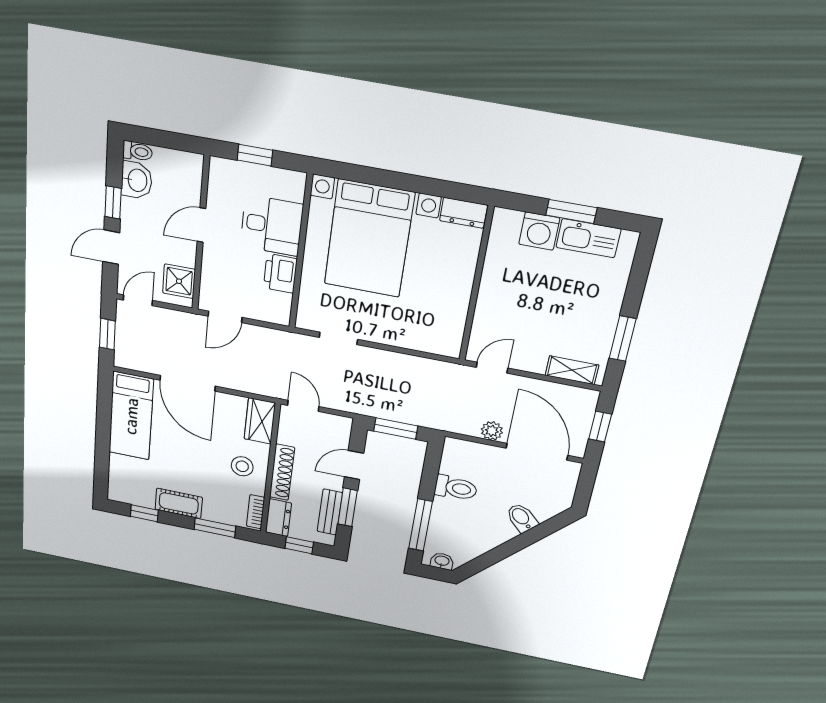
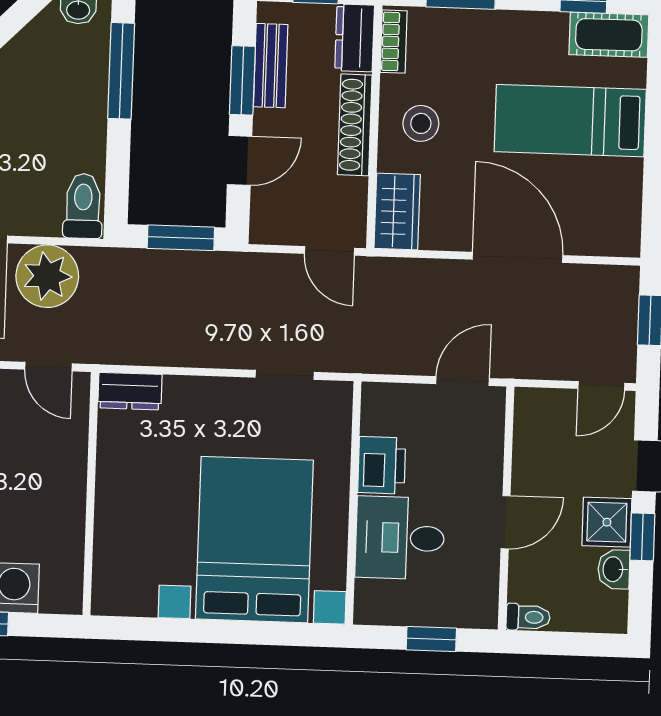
toilet: (137, 151) -> (528, 617), moved, turned 180
washbasin: (137, 180) -> (614, 569), width x0.72, depth x0.69
dresser: (463, 213) -> (130, 391), moved, turned 180
shower: (179, 281) -> (607, 522), moved
door: (492, 368) -> (49, 367), hinge flipped
bed: (131, 416) -> (570, 121), moved, turned -90
plant: (492, 431) -> (47, 276), width x1.88, depth x1.88
toilet: (456, 488) -> (83, 206), moved, turned 90
cot: (179, 503) -> (609, 35), moved

